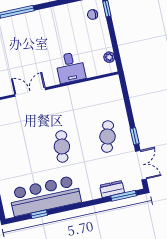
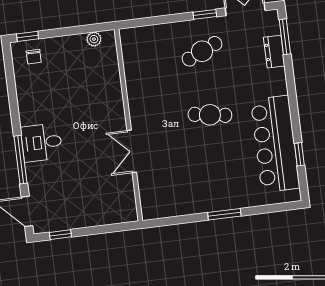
desk: (70, 67) -> (42, 142), moved, turned 180
cafe table: (108, 137) -> (202, 51), turned -39

